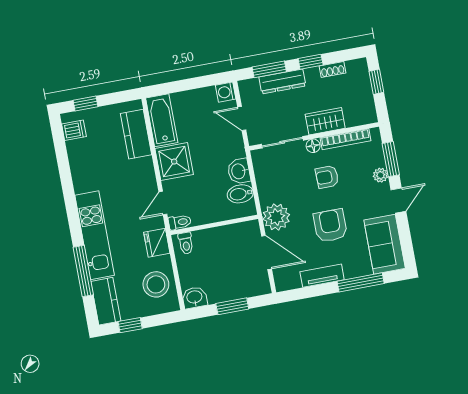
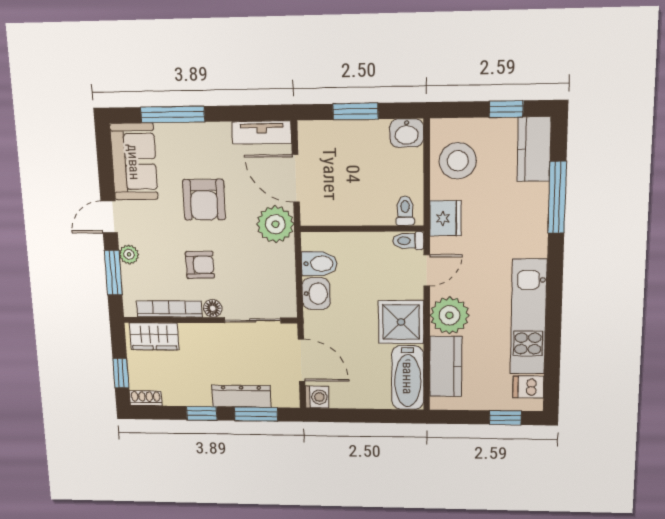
shoe rack: (332, 70) -> (146, 398), moved
door: (242, 119) -> (301, 360), width x1.38
wardrobe: (325, 121) -> (154, 336), moved
plant: (141, 173) -> (449, 315), added
kitchen unit: (95, 235) -> (528, 317), moved
tv unit: (322, 276) -> (262, 132), moved

